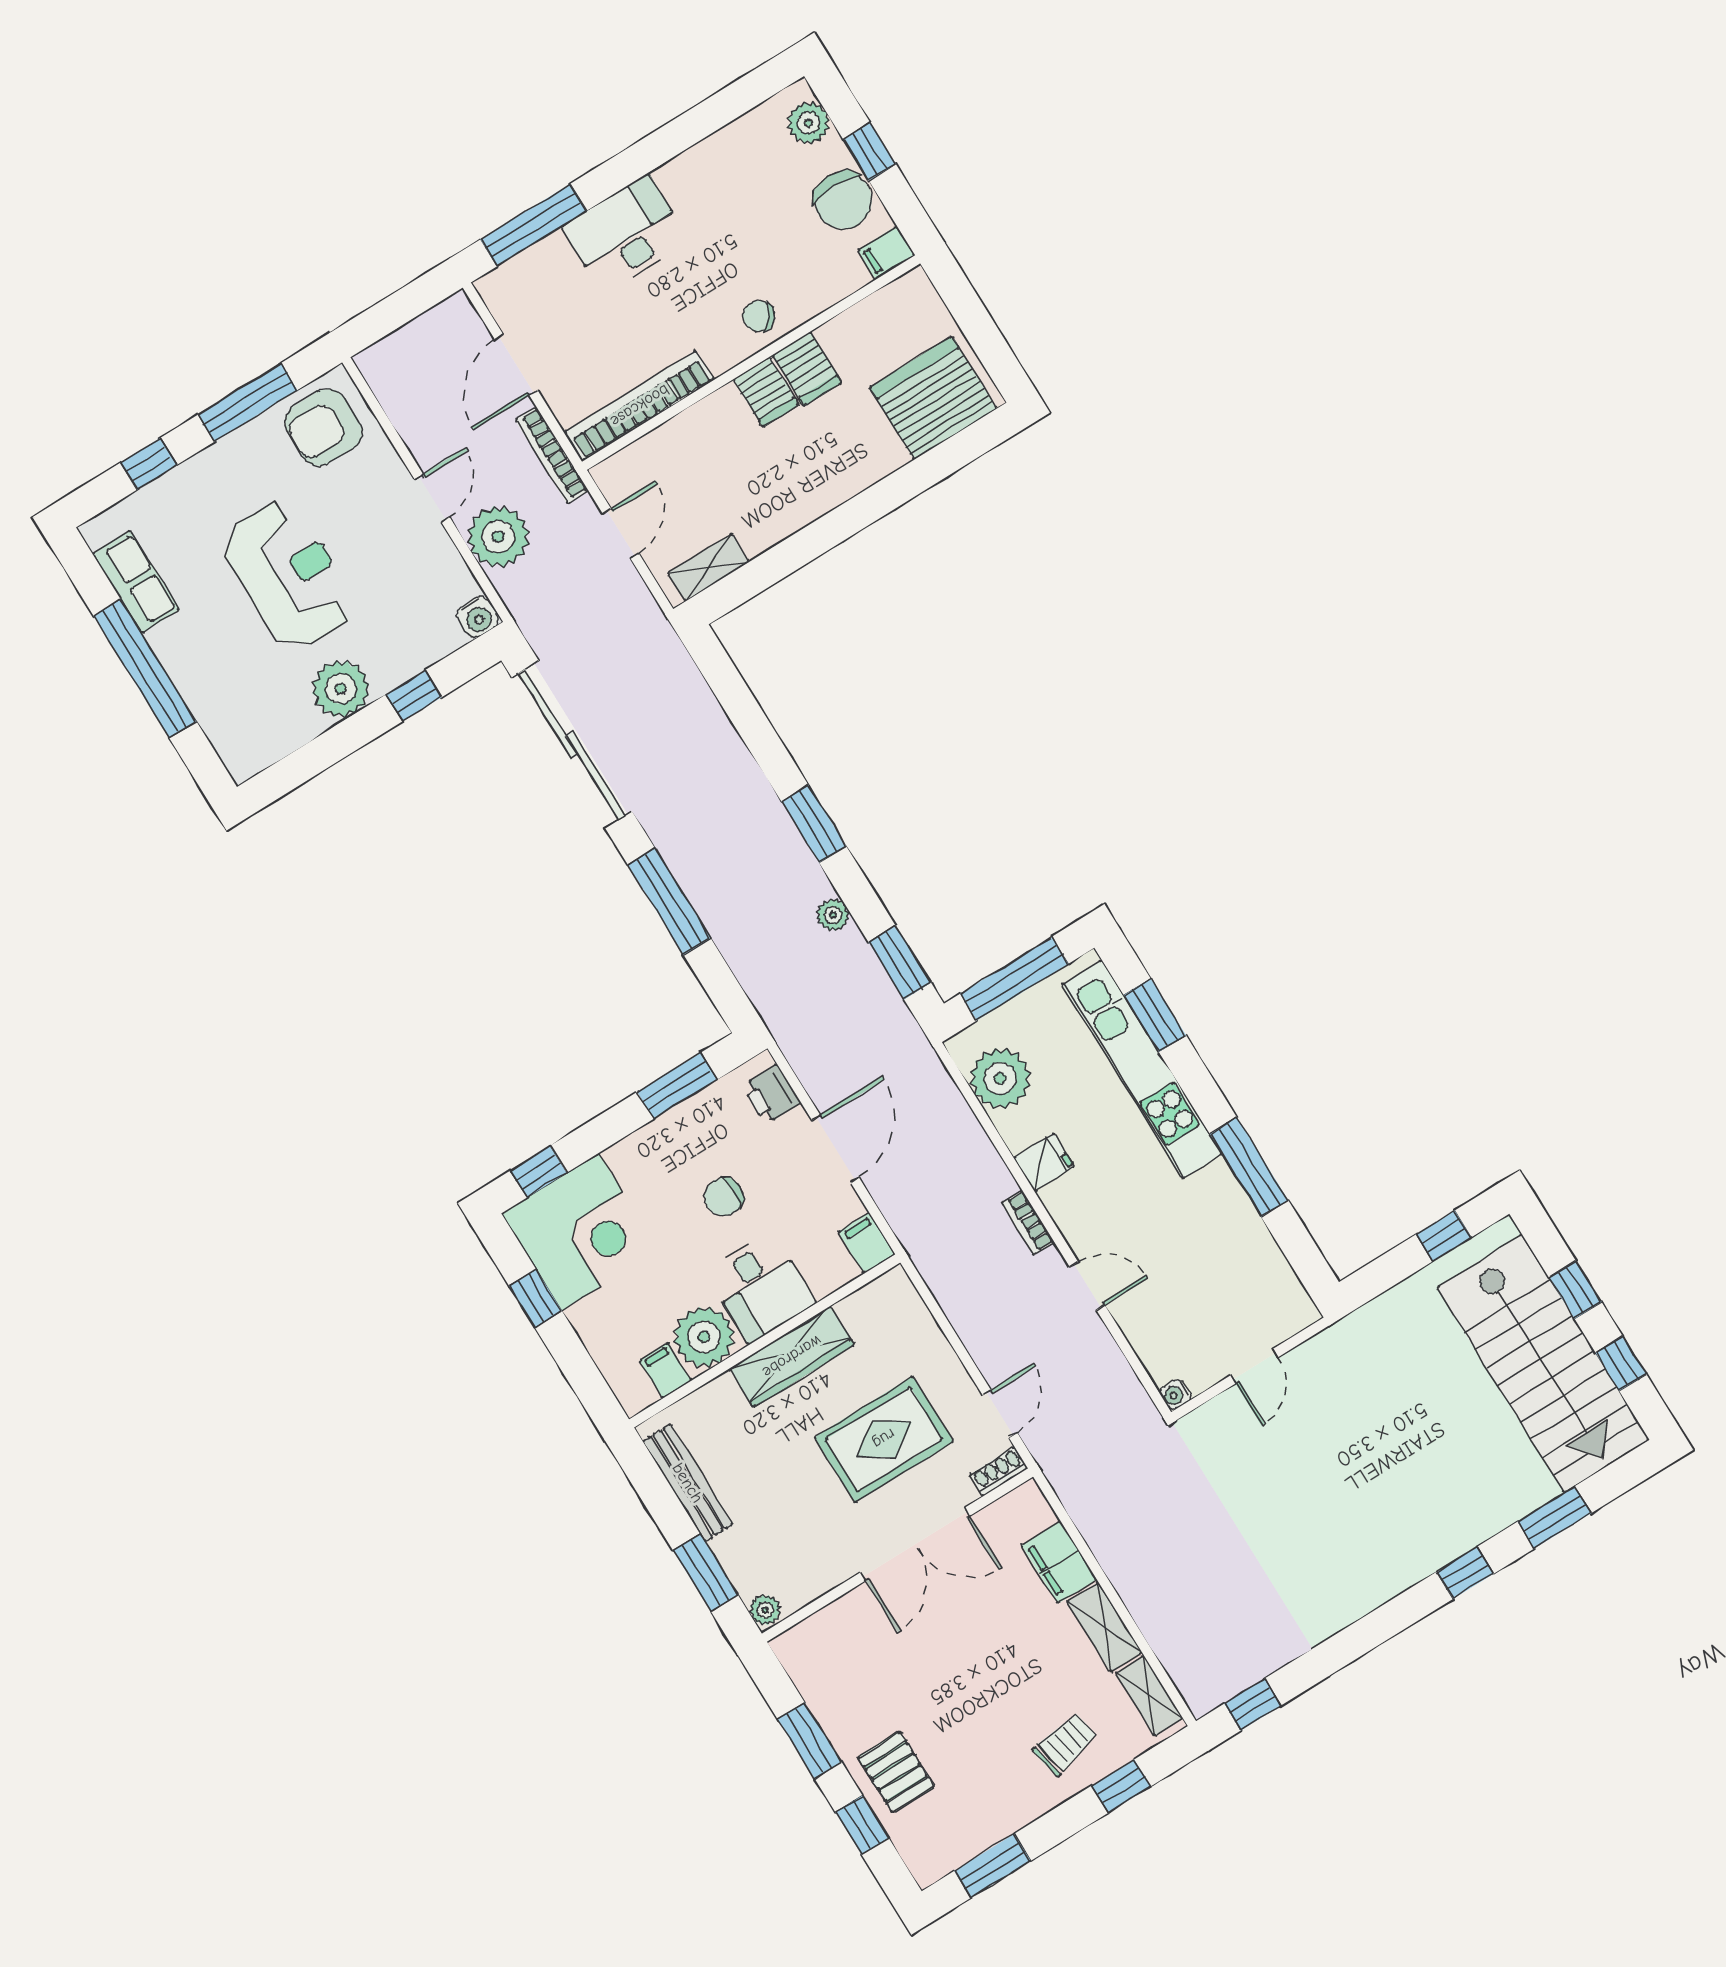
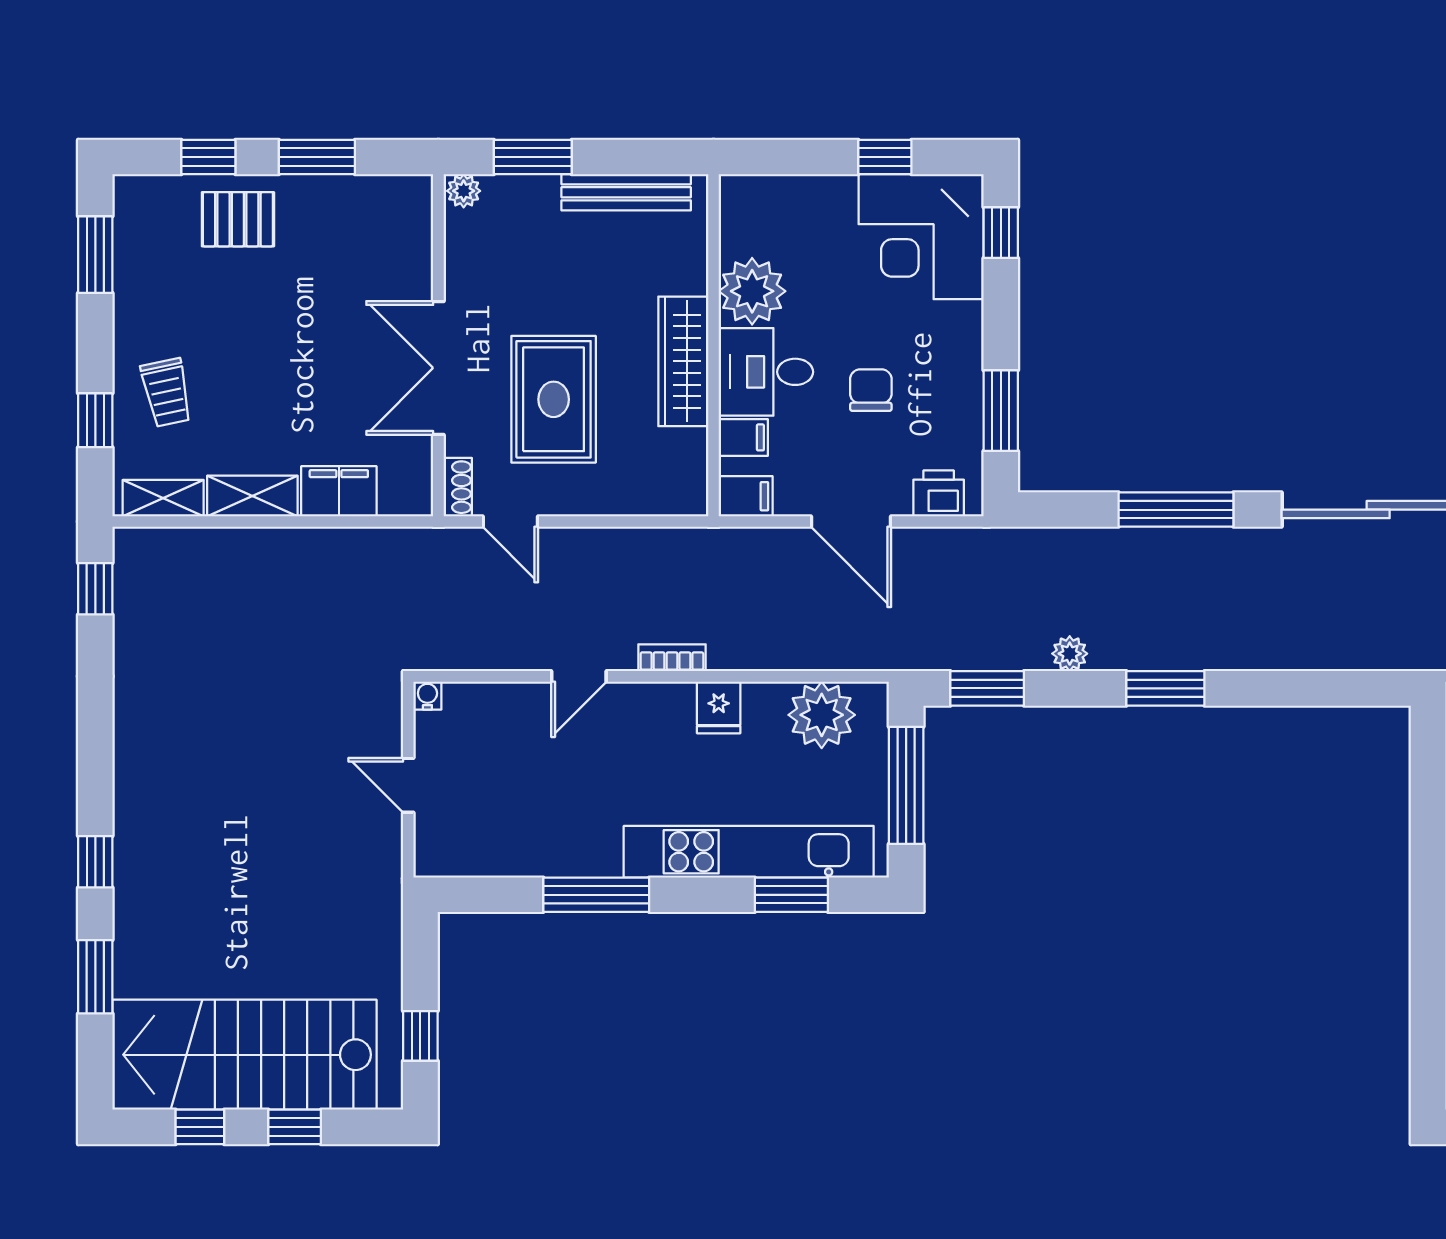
filing cabinet: (665, 1371) -> (743, 437), moved

